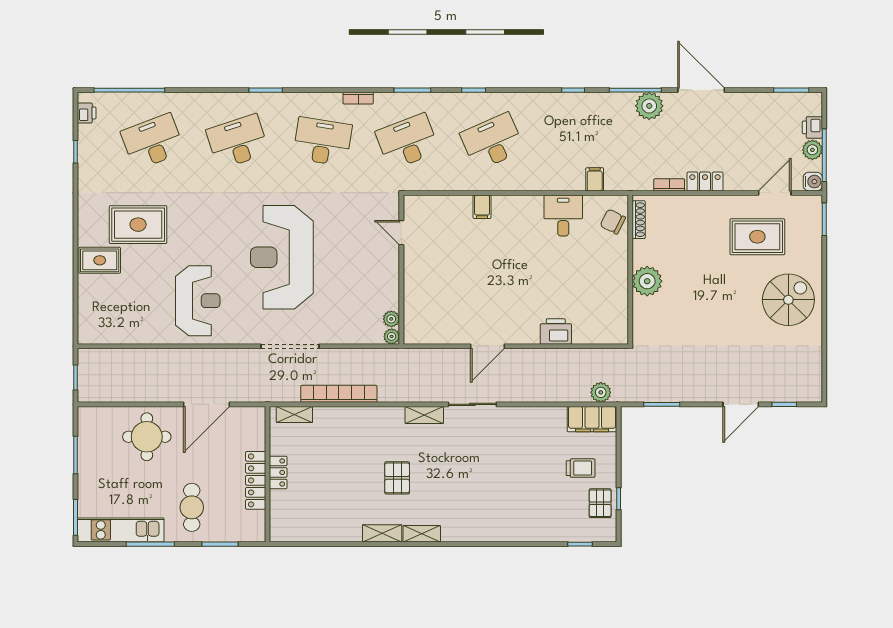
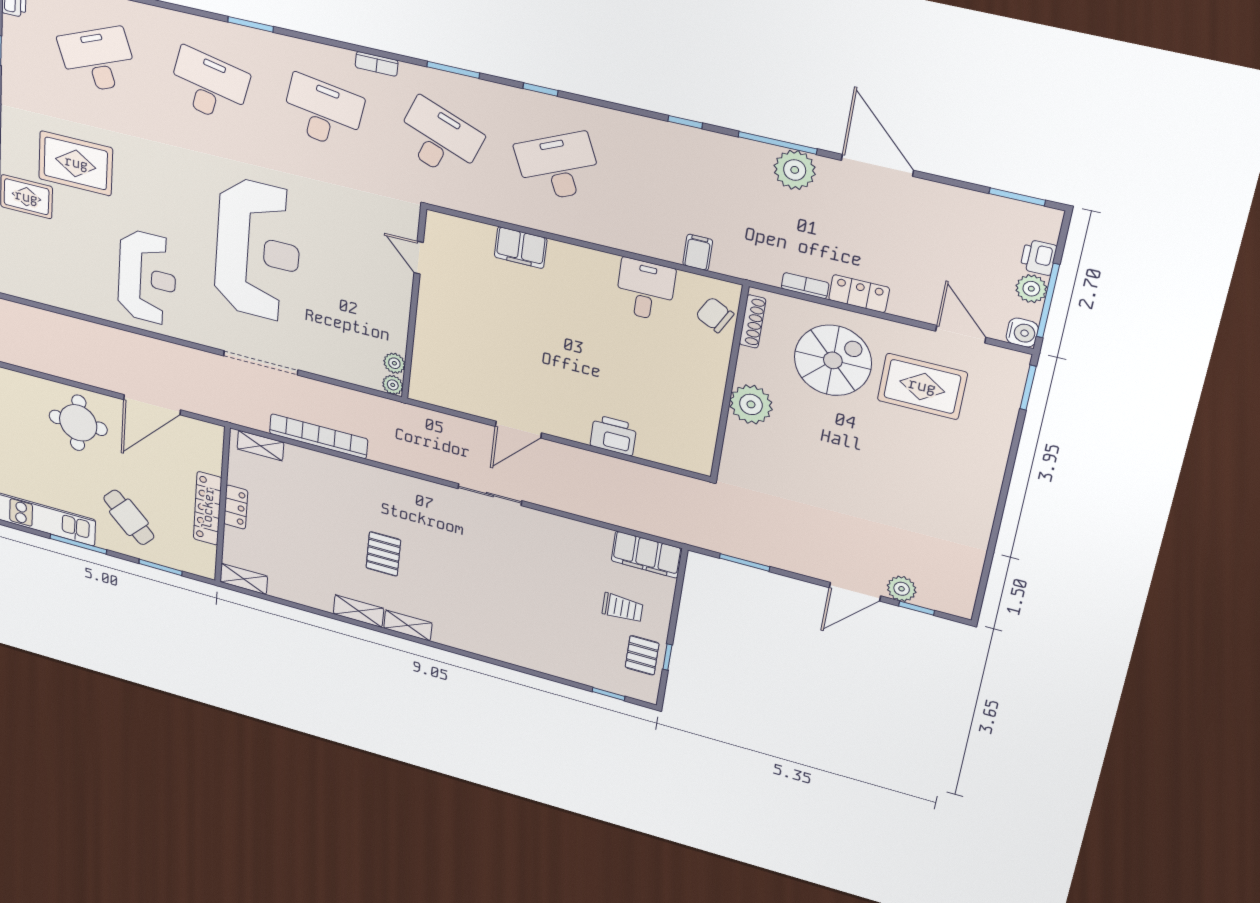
desk: (238, 142) -> (209, 86), turned 30
desk: (407, 142) -> (439, 139), turned 42
door: (775, 193) -> (961, 334), hinge flipped
filing cabinet: (482, 207) -> (521, 248), width x2.00
reception desk: (282, 257) -> (258, 250), turned 180
spiral stairs: (788, 300) -> (833, 360), moved
plant: (601, 392) -> (902, 589), moved
shelving: (424, 415) -> (244, 579), moved
cafe table: (192, 507) -> (129, 517), turned -46

